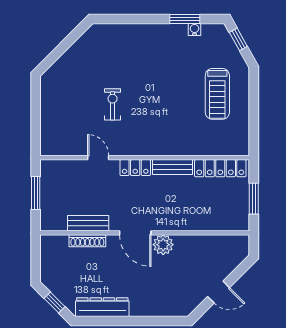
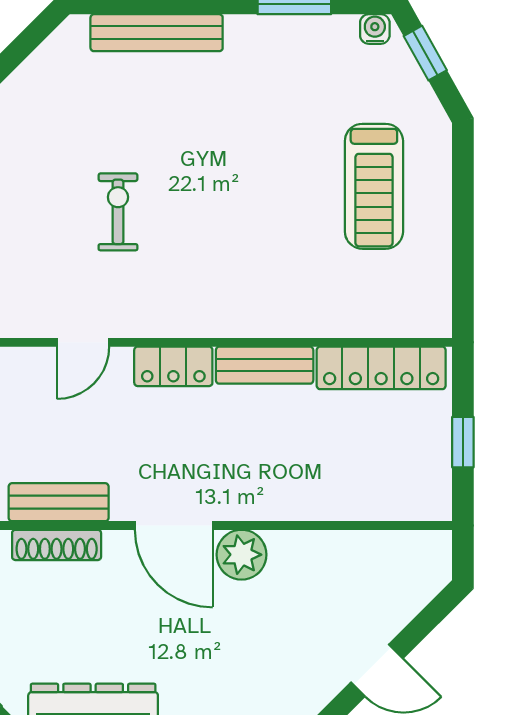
water cooler: (194, 29) -> (375, 29), moved
bench: (128, 31) -> (157, 33), added
door: (98, 158) -> (83, 342), swing flipped
window: (254, 199) -> (463, 442), width x0.67

